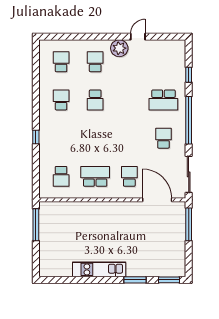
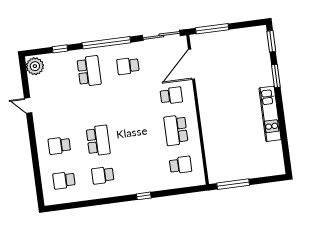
plant: (119, 48) -> (35, 66), moved
school desk: (95, 100) -> (98, 141), width x1.85
school desk: (129, 176) -> (171, 96), turned 180

